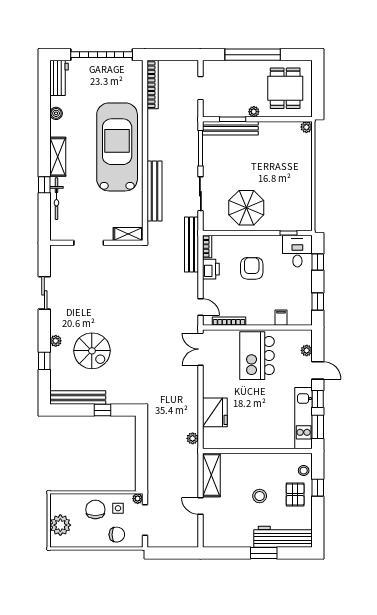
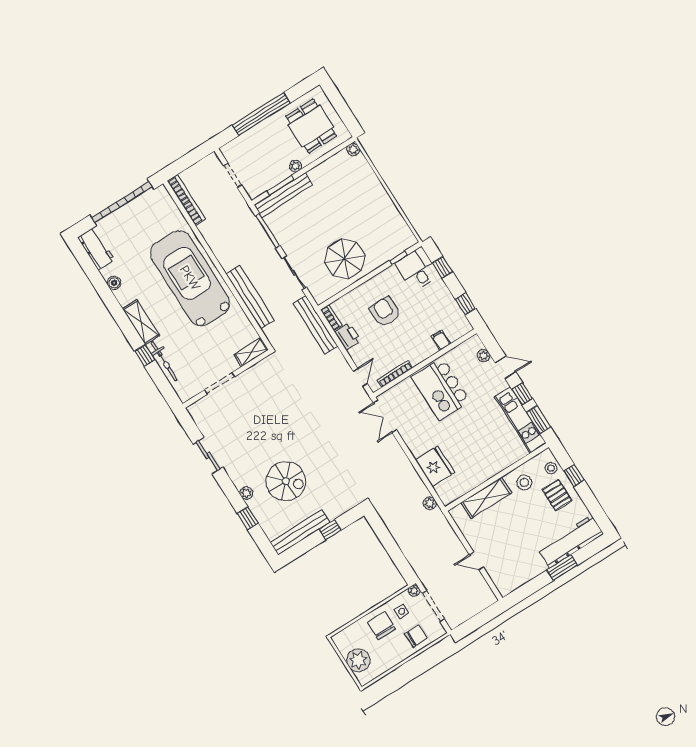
door: (200, 307) -> (360, 377), hinge flipped
shelving: (211, 475) -> (486, 498), moved, turned 90
stool: (260, 496) -> (524, 482), moved

